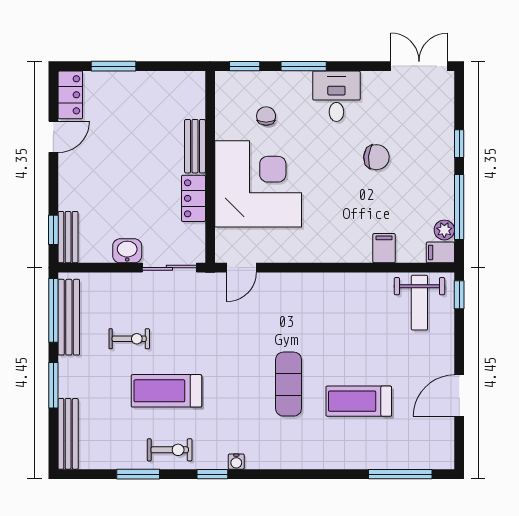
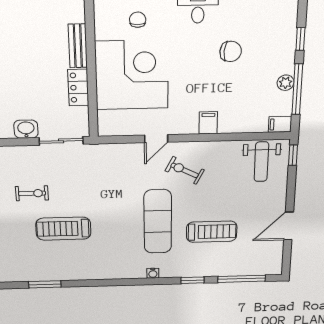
plant: (444, 230) -> (286, 83), moved
filing cabinet: (384, 248) -> (208, 123), moved
door: (242, 268) -> (156, 139), moved
exercise mat: (289, 384) -> (158, 222), width x1.36, depth x1.45
treadmill: (359, 401) -> (212, 232), turned 180
exercise bike: (170, 450) -> (185, 170), moved, turned -153
water cooler: (236, 462) -> (153, 273), moved
window: (212, 474) -> (192, 280), moved

